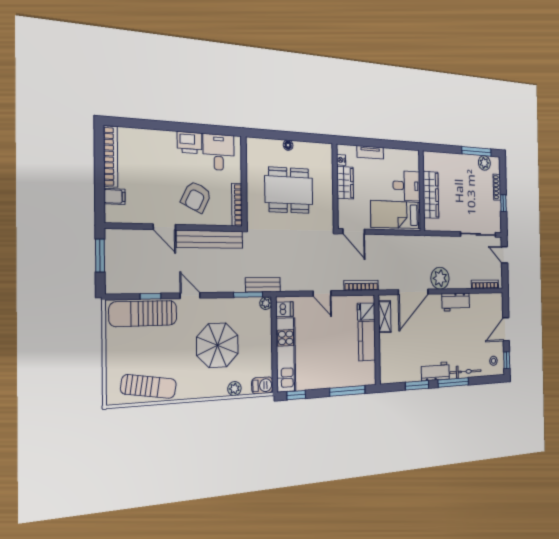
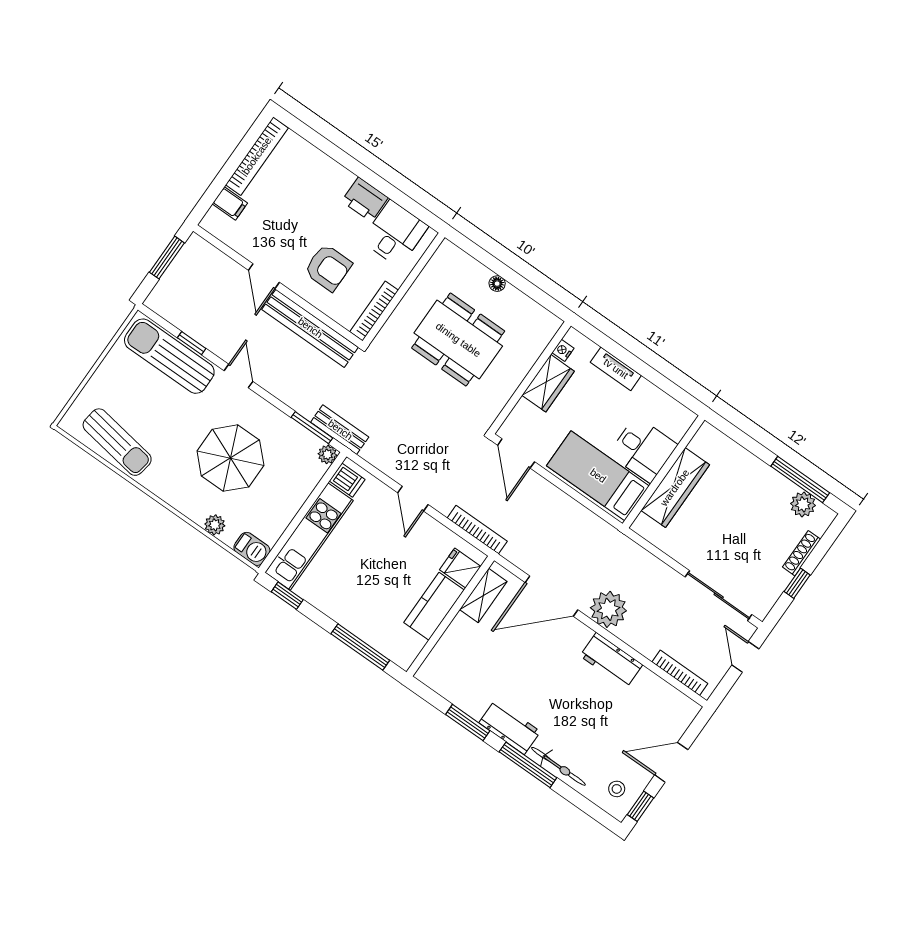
armchair: (196, 197) -> (328, 268), turned -116

